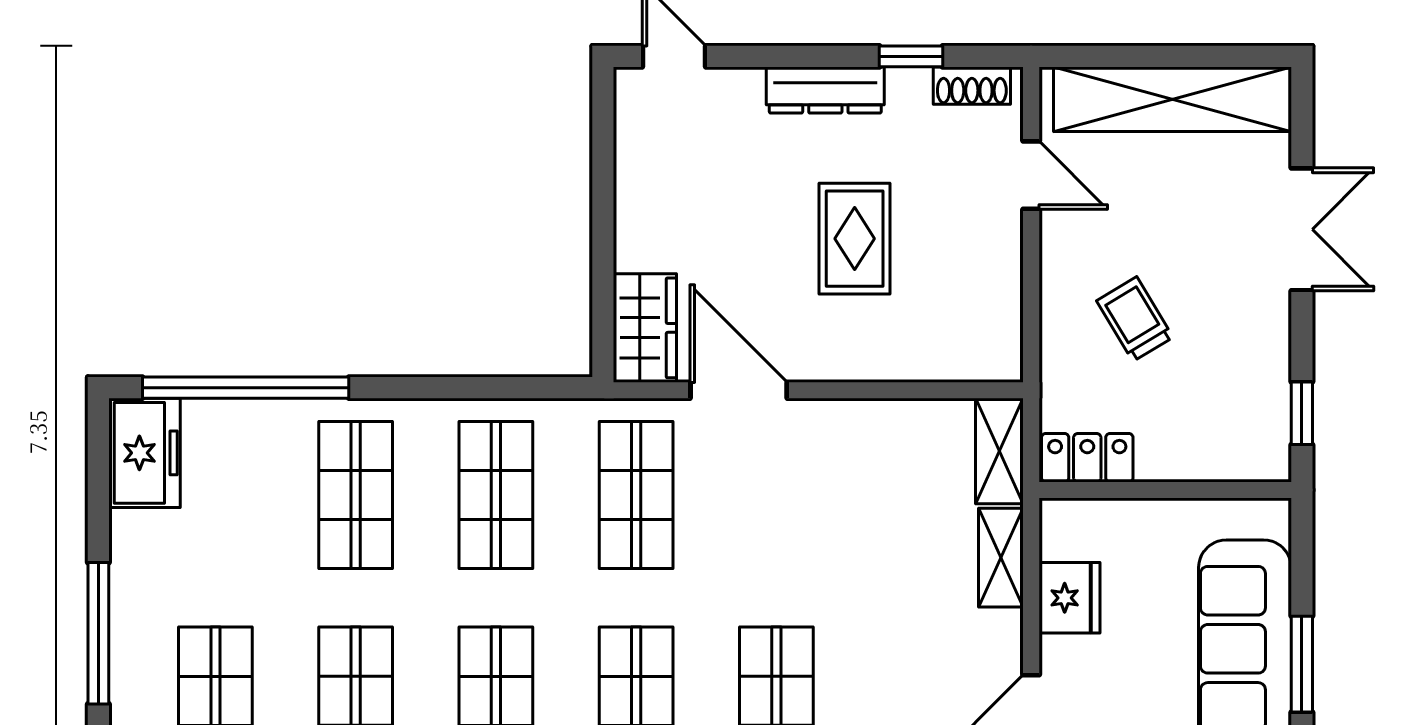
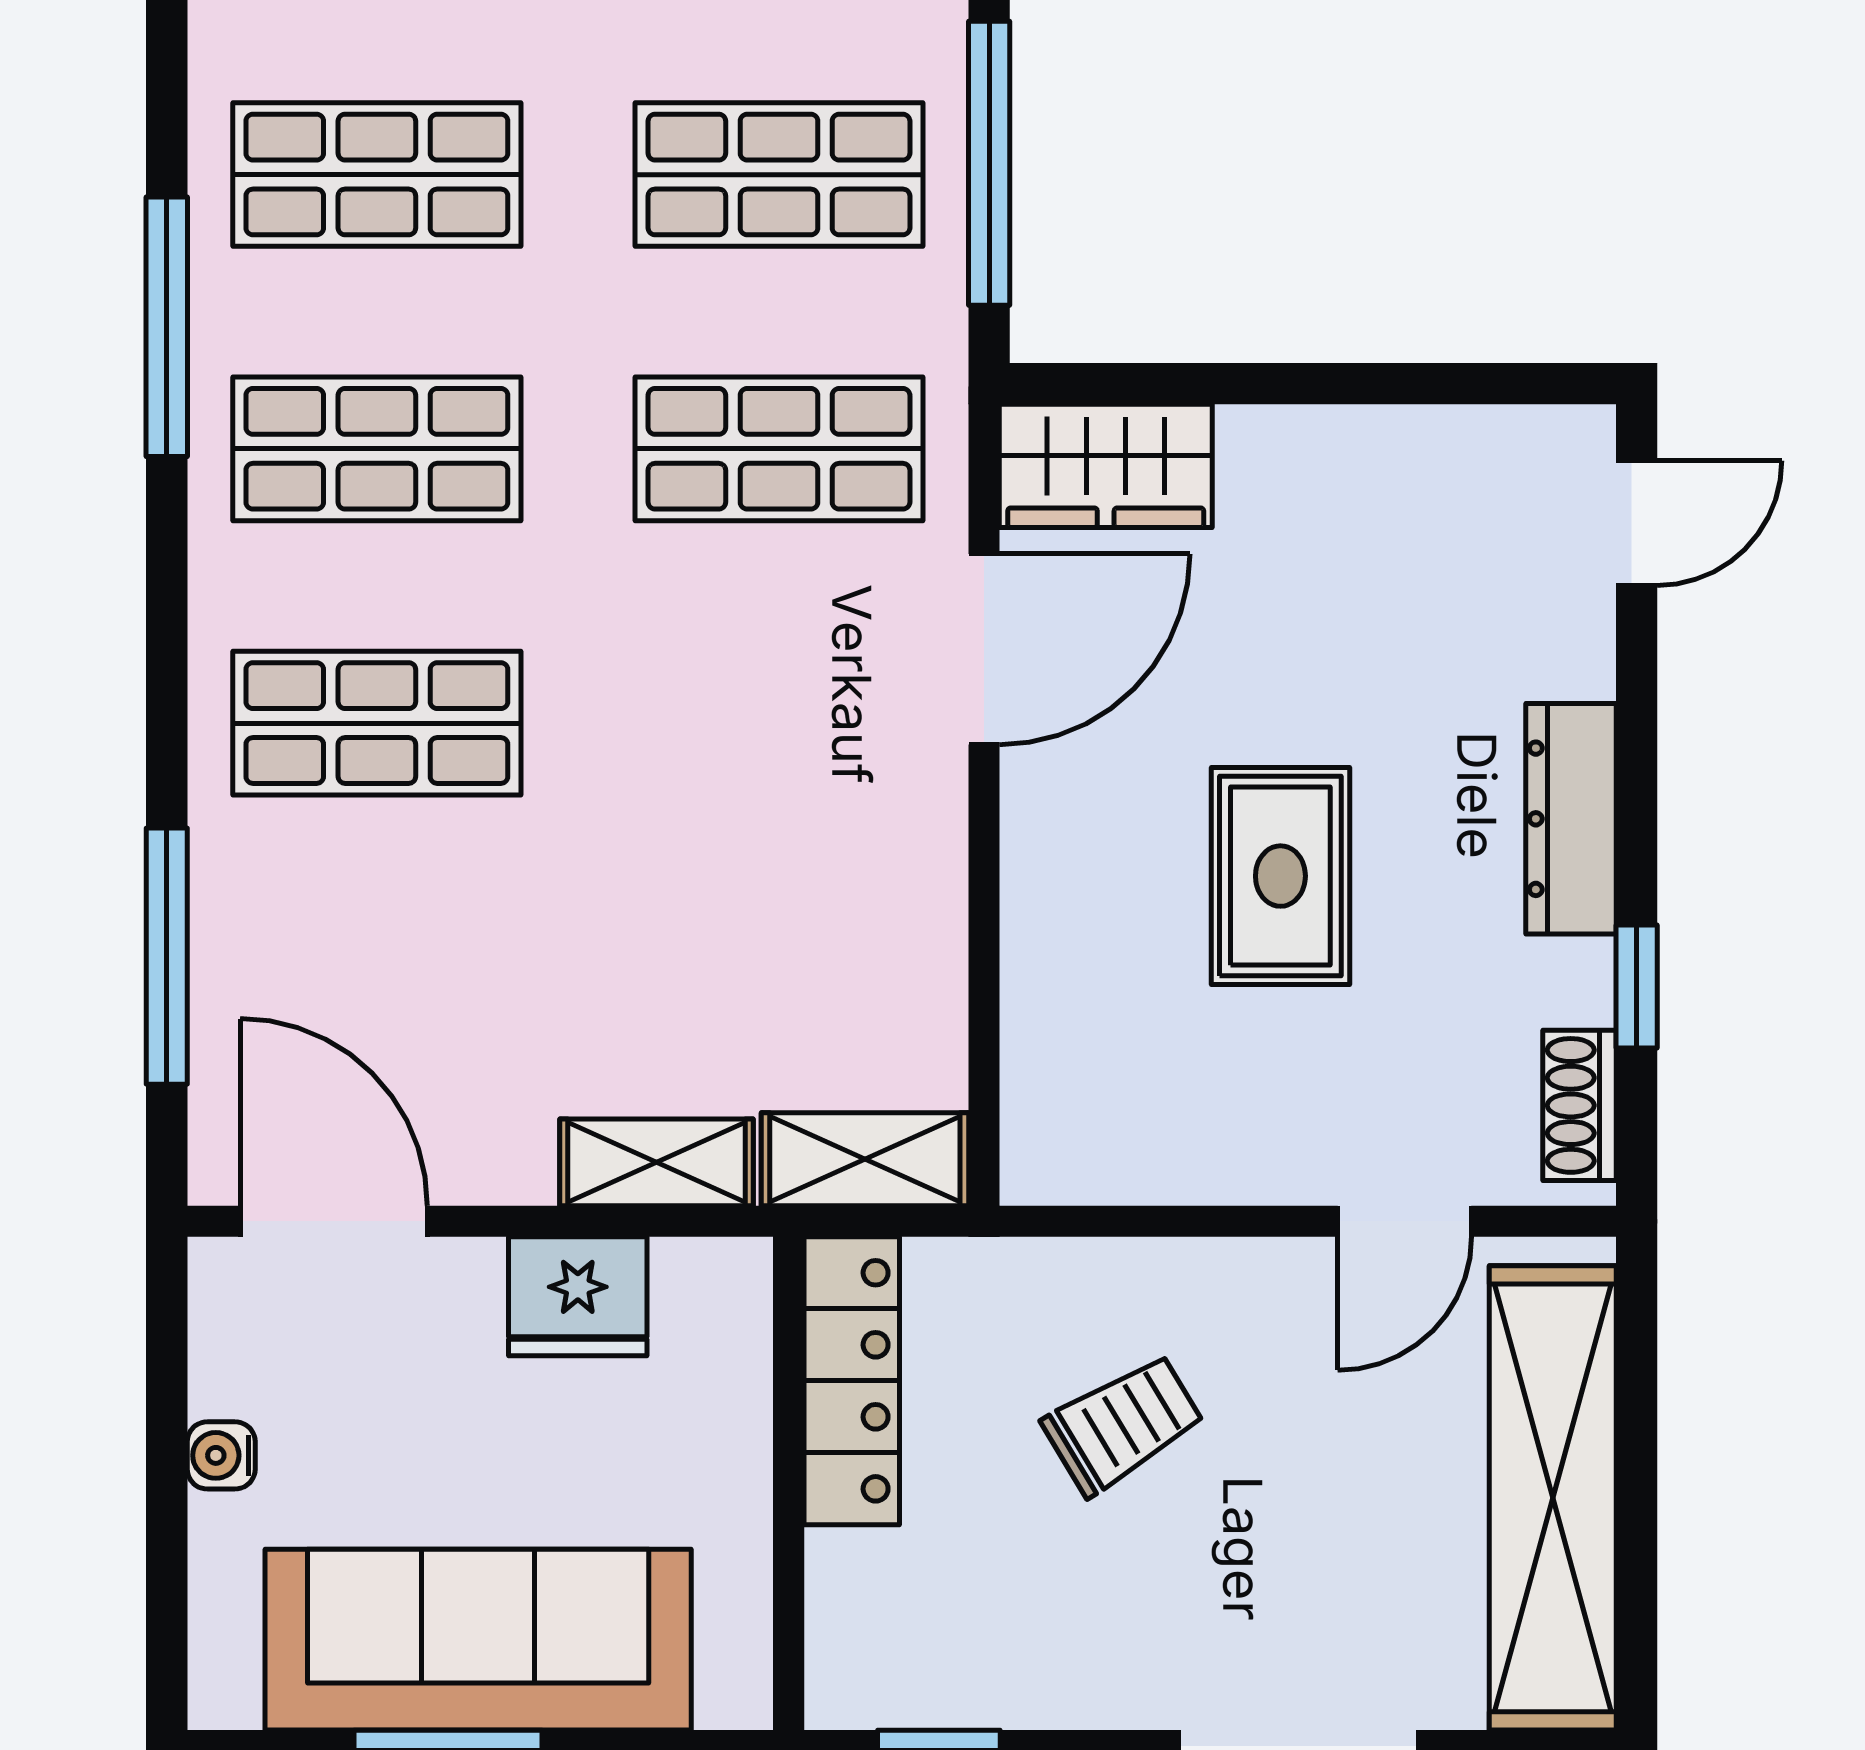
rug: (855, 239) -> (1280, 876), turned 90
window: (490, 388) -> (989, 163), added
locker: (1087, 458) -> (852, 1381), width x1.53

